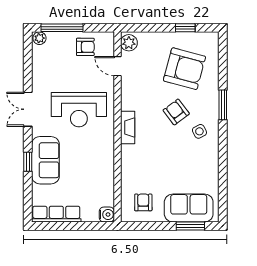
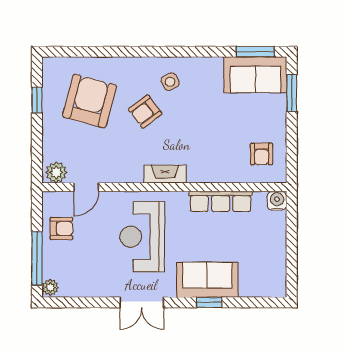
armchair: (85, 47) -> (61, 228), turned 90
window: (223, 105) -> (255, 52), moved
reception desk: (79, 110) -> (142, 237), turned 180
armchair: (143, 202) -> (262, 154), turned -90
sofa: (189, 208) -> (255, 75), moved, turned -90
row of seats: (56, 214) -> (221, 201), moved, turned -90

